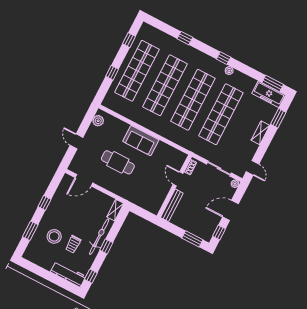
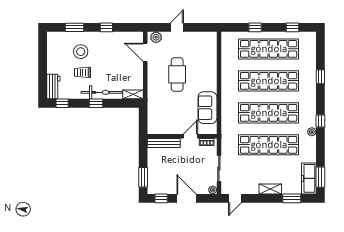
plant: (98, 121) -> (156, 37), moved
sofa: (141, 141) -> (207, 108), moved
workbench: (68, 274) -> (53, 87), width x0.73

